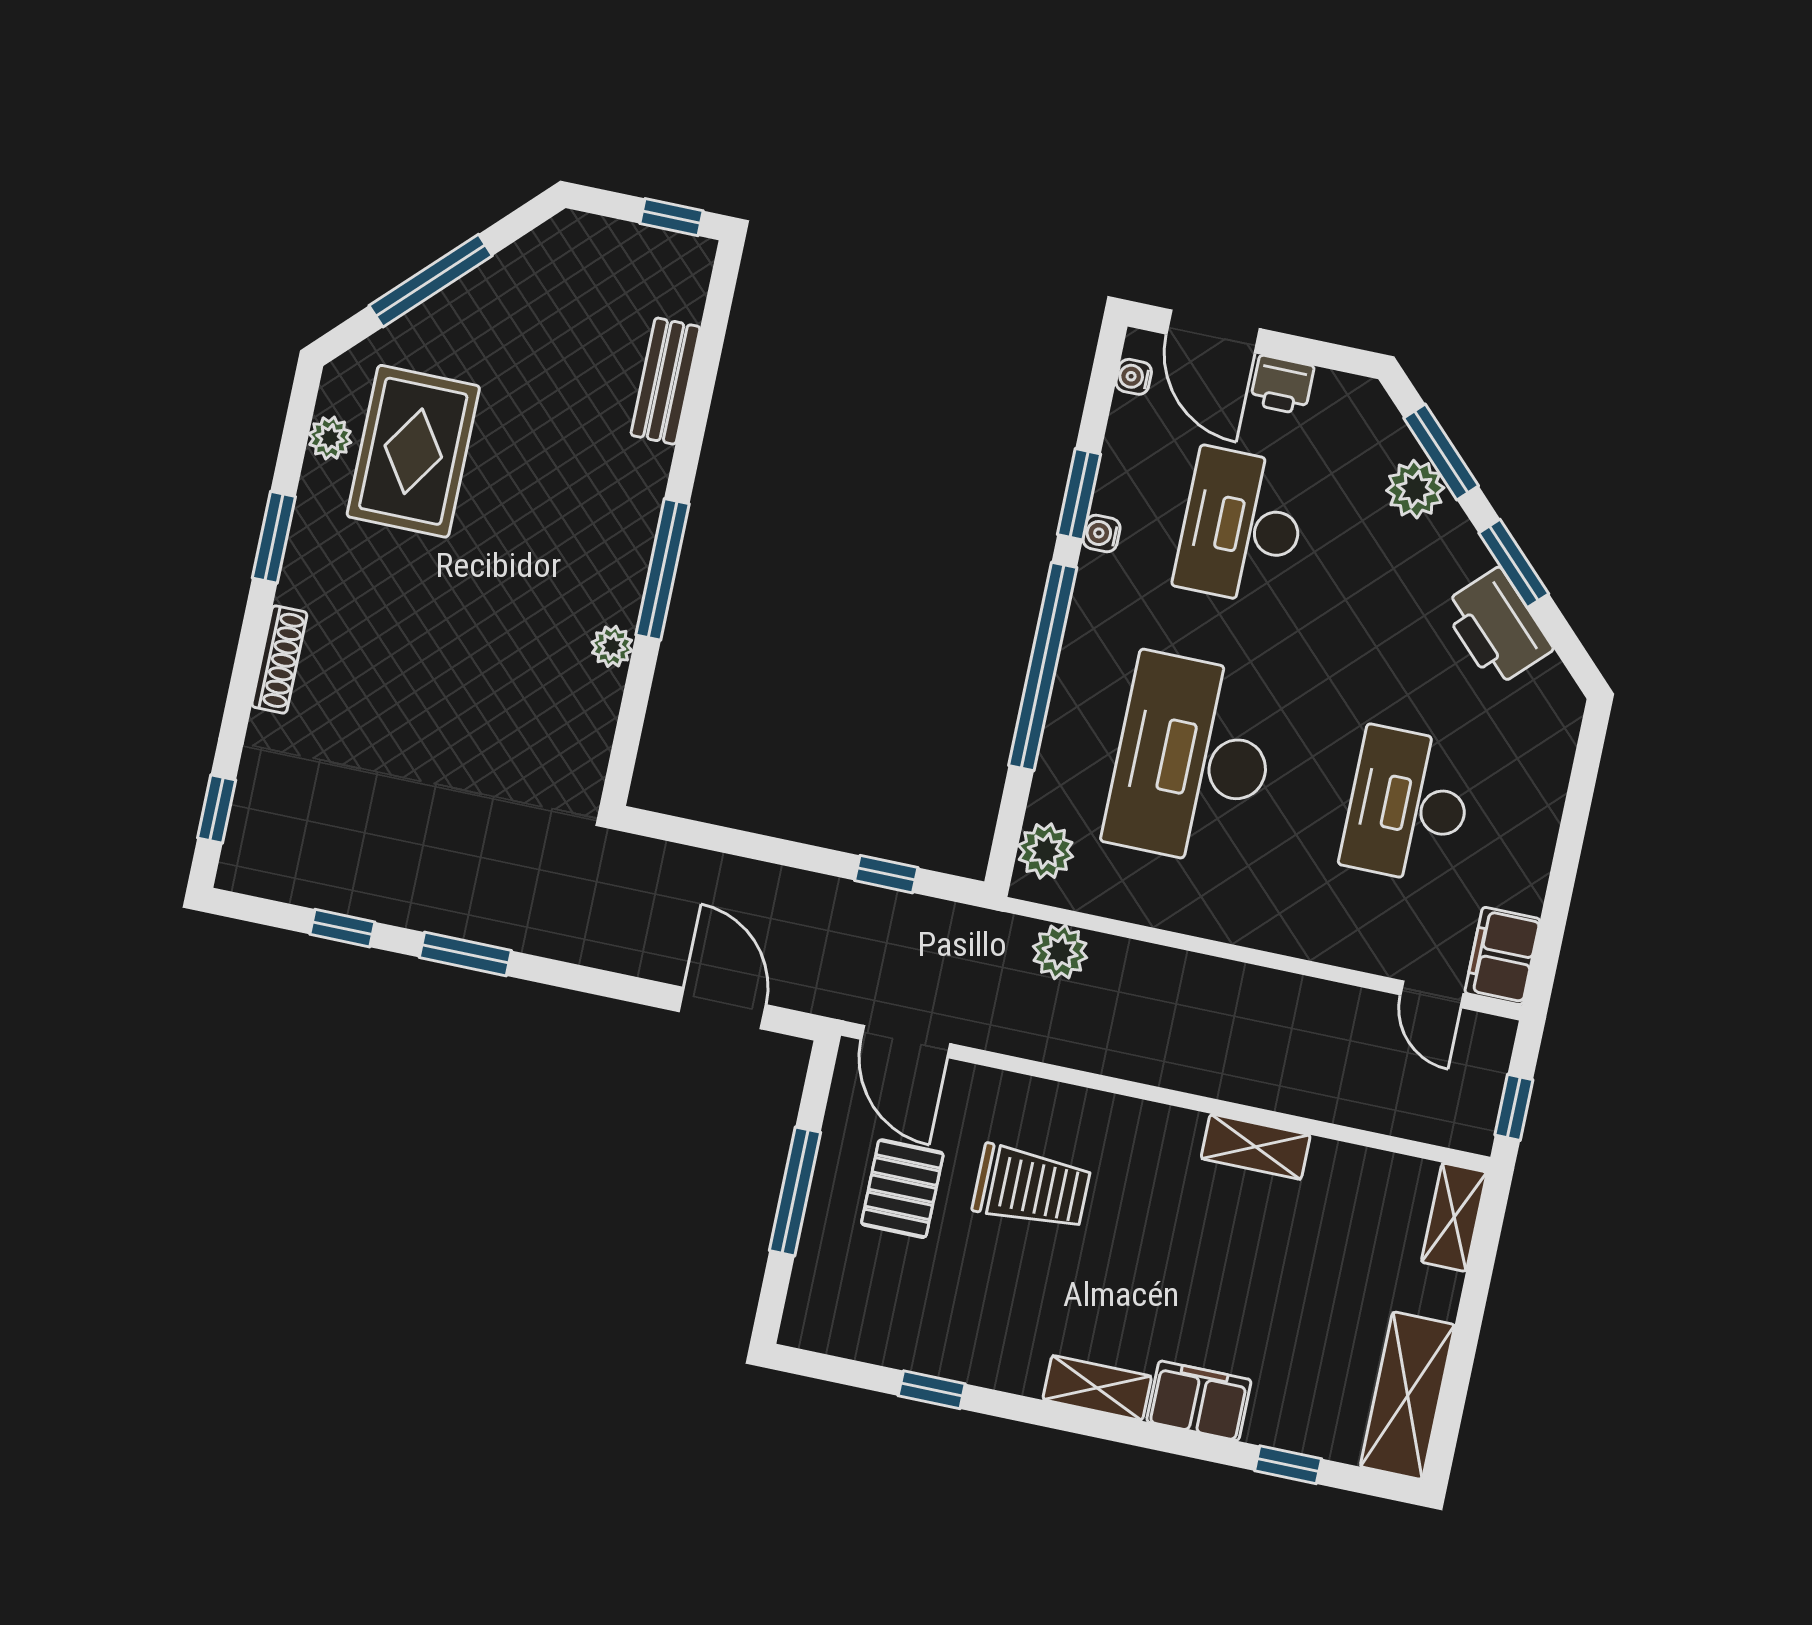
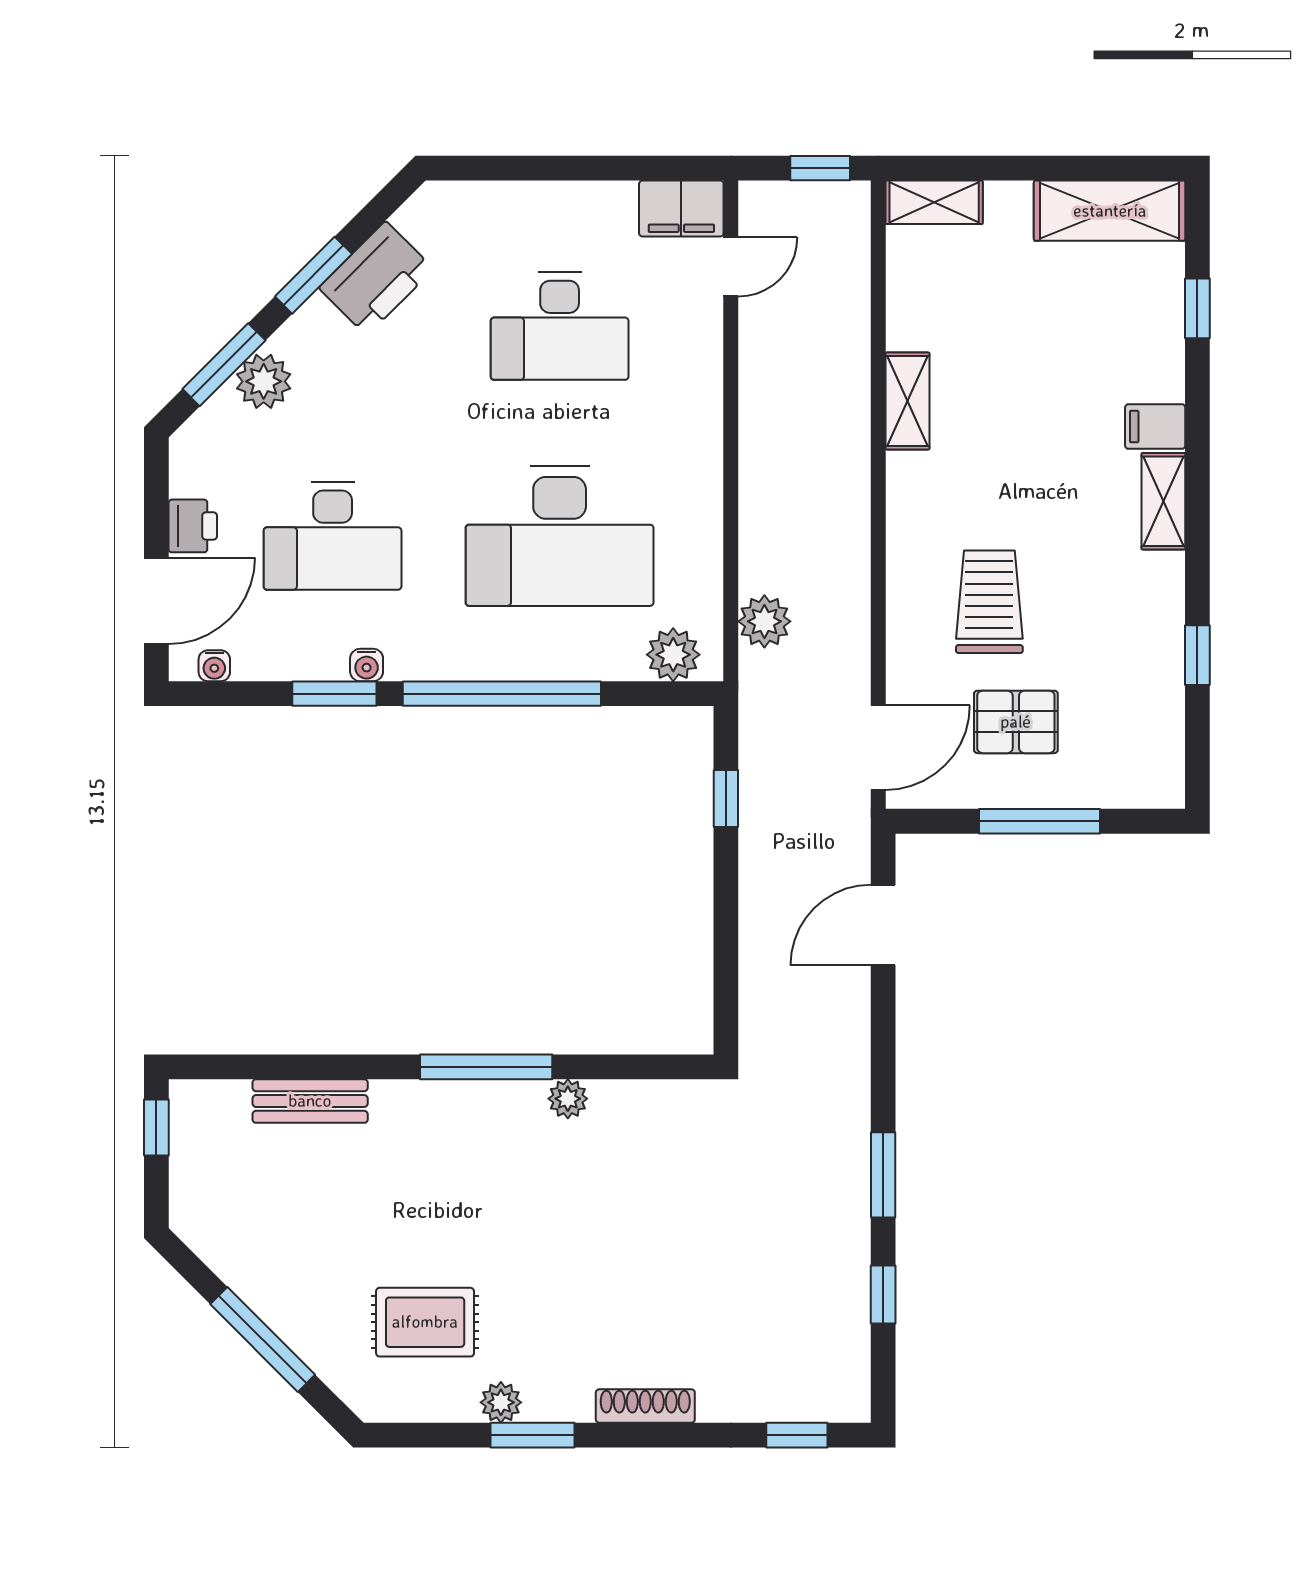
plant: (330, 438) -> (501, 1402), moved
rug: (413, 451) -> (425, 1322), width x0.73, depth x0.70
filing cabinet: (1199, 1401) -> (1155, 427), width x0.50

